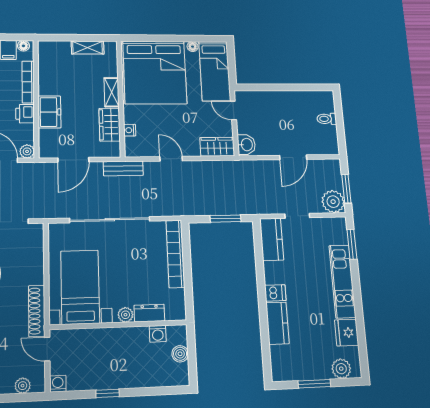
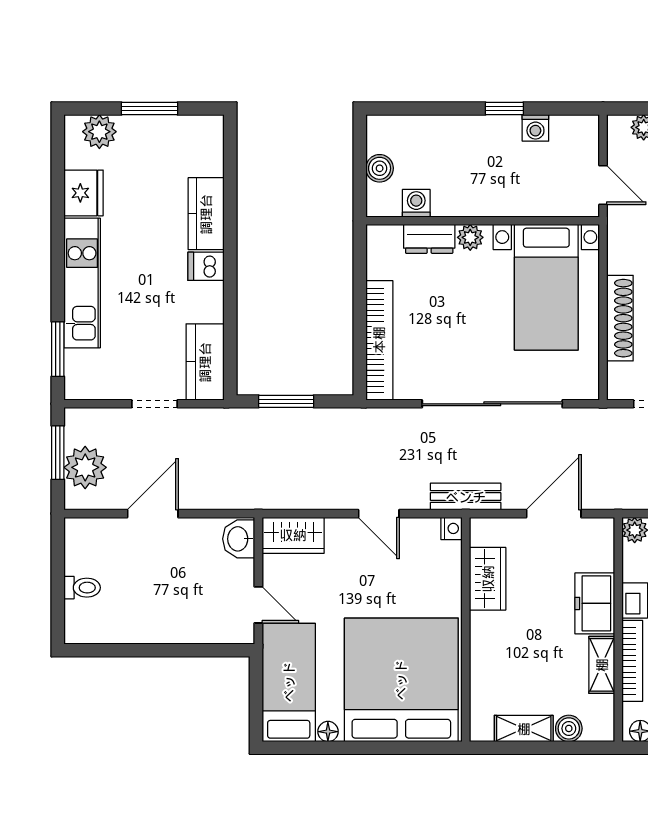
boiler: (63, 47) -> (569, 728), added
shelving: (112, 92) -> (602, 665), moved
nightstand: (130, 130) -> (452, 528), moved
plant: (333, 202) -> (85, 467), moved
shoe rack: (37, 311) -> (620, 318), moved
washing machine: (58, 384) -> (535, 128), moved

